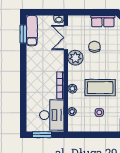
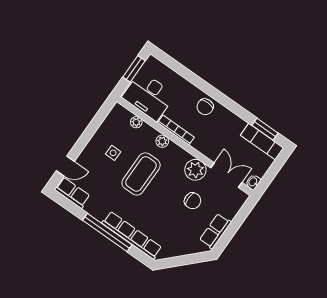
chair: (35, 78) -> (205, 107), added

